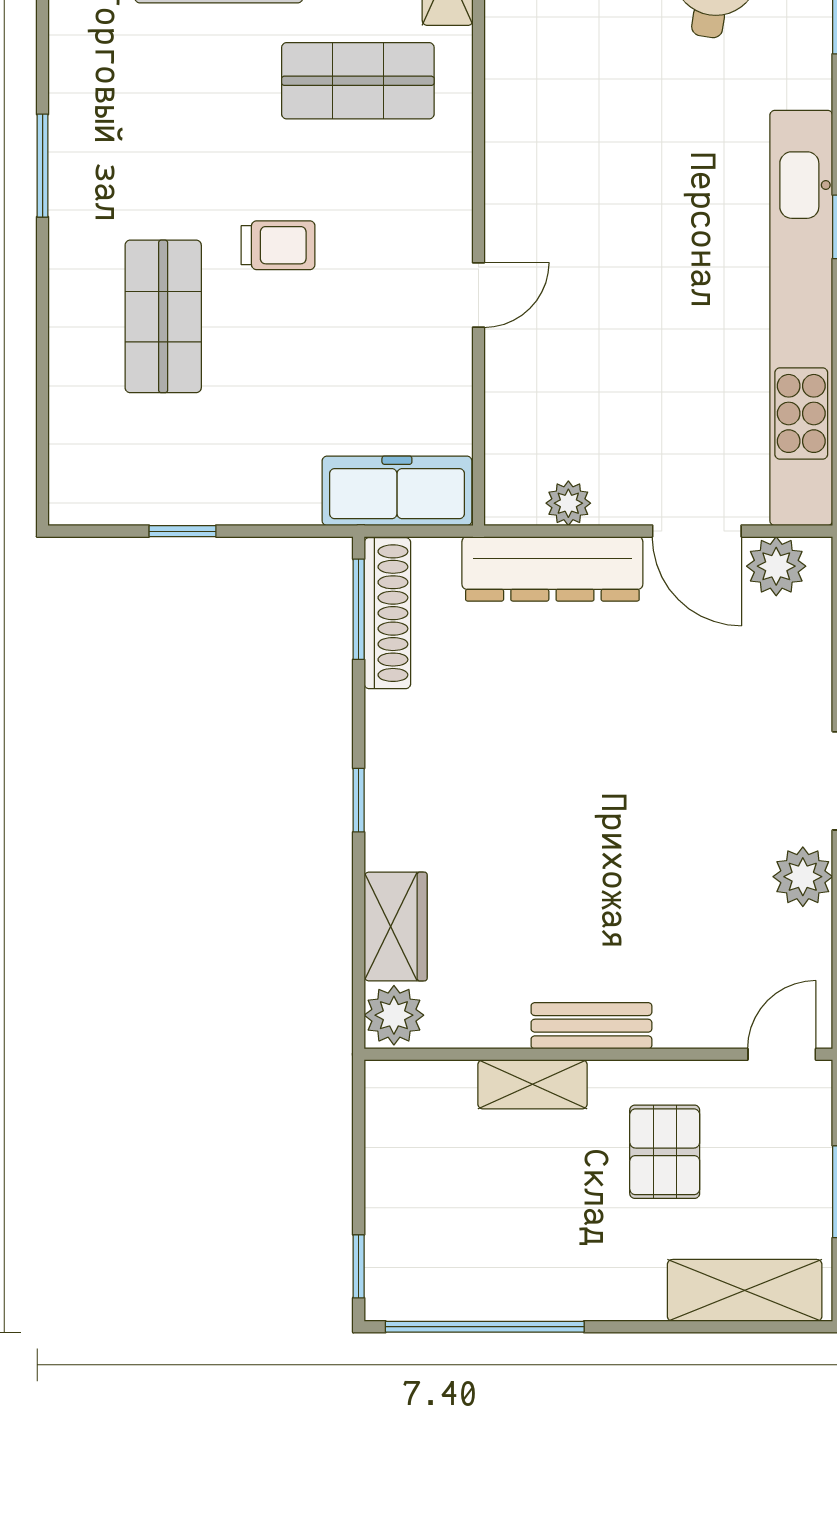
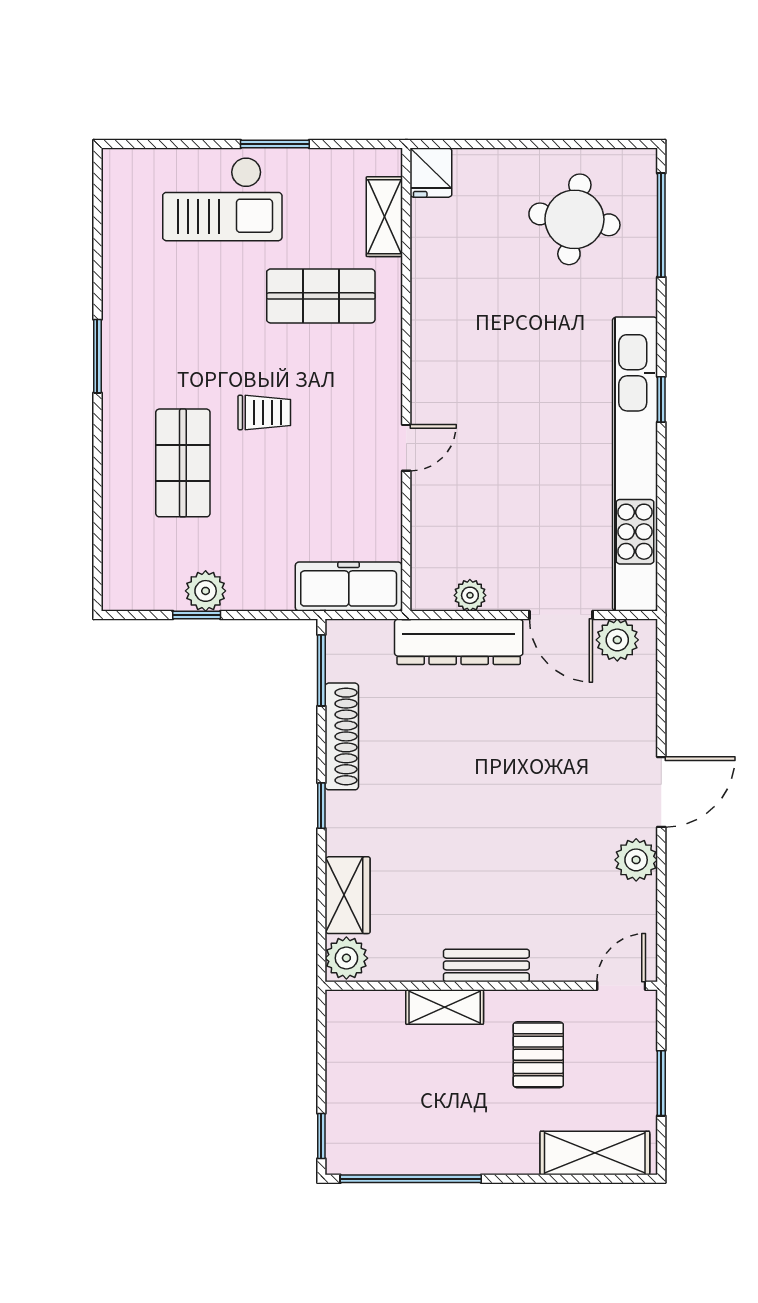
plant: (195, 497) -> (206, 591), added
shoe rack: (387, 613) -> (342, 736), moved

